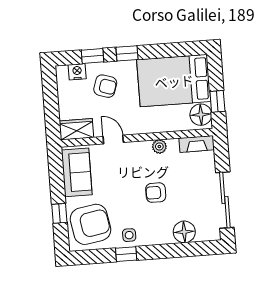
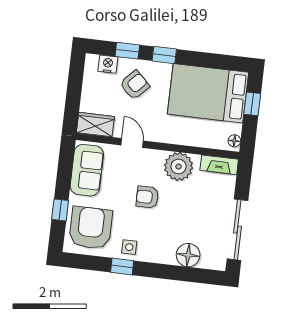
armchair: (105, 86) -> (135, 85), turned -64
window: (217, 101) -> (252, 104), moved
floor lamp: (201, 115) -> (234, 141), width x0.53, depth x0.53
plant: (159, 147) -> (179, 167), width x1.88, depth x1.88
armchair: (156, 193) -> (147, 197), moved
armchair: (90, 224) -> (91, 228), turned -80

